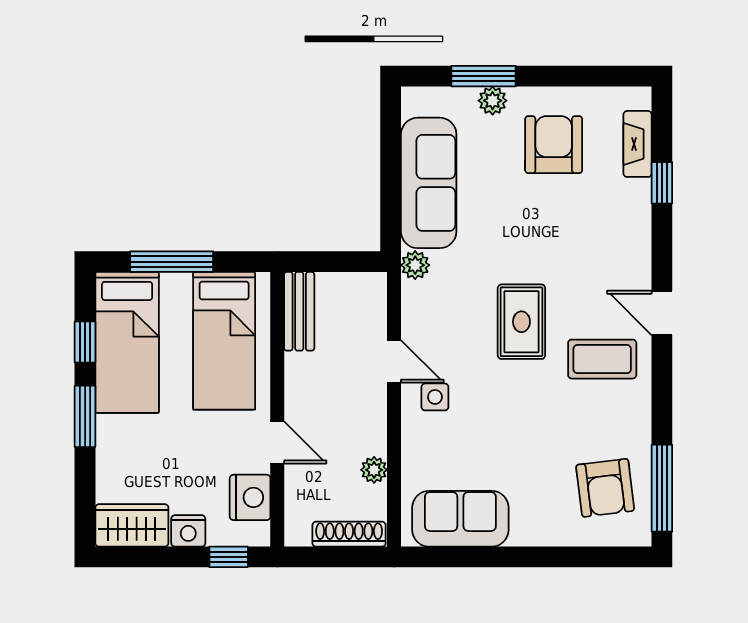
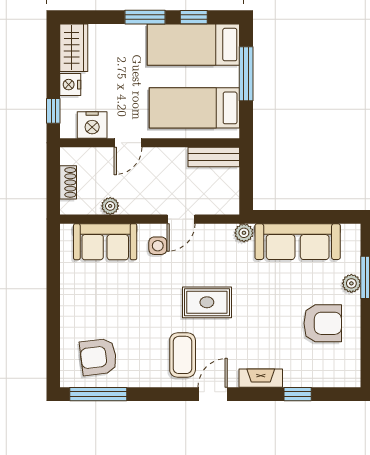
fireplace: (638, 144) -> (261, 378), moved
sofa: (460, 519) -> (105, 242), moved, turned 90
shoe rack: (349, 534) -> (68, 182), width x0.70

